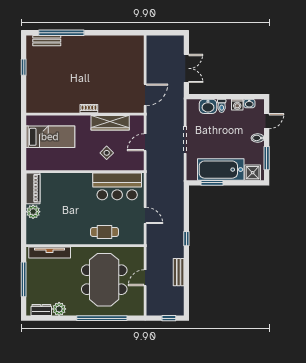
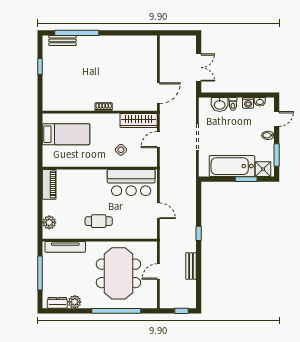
wardrobe: (110, 123) -> (139, 120), moved
window: (212, 183) -> (246, 179), moved
plant: (33, 212) -> (49, 222), moved
cafe table: (105, 232) -> (99, 221), moved

